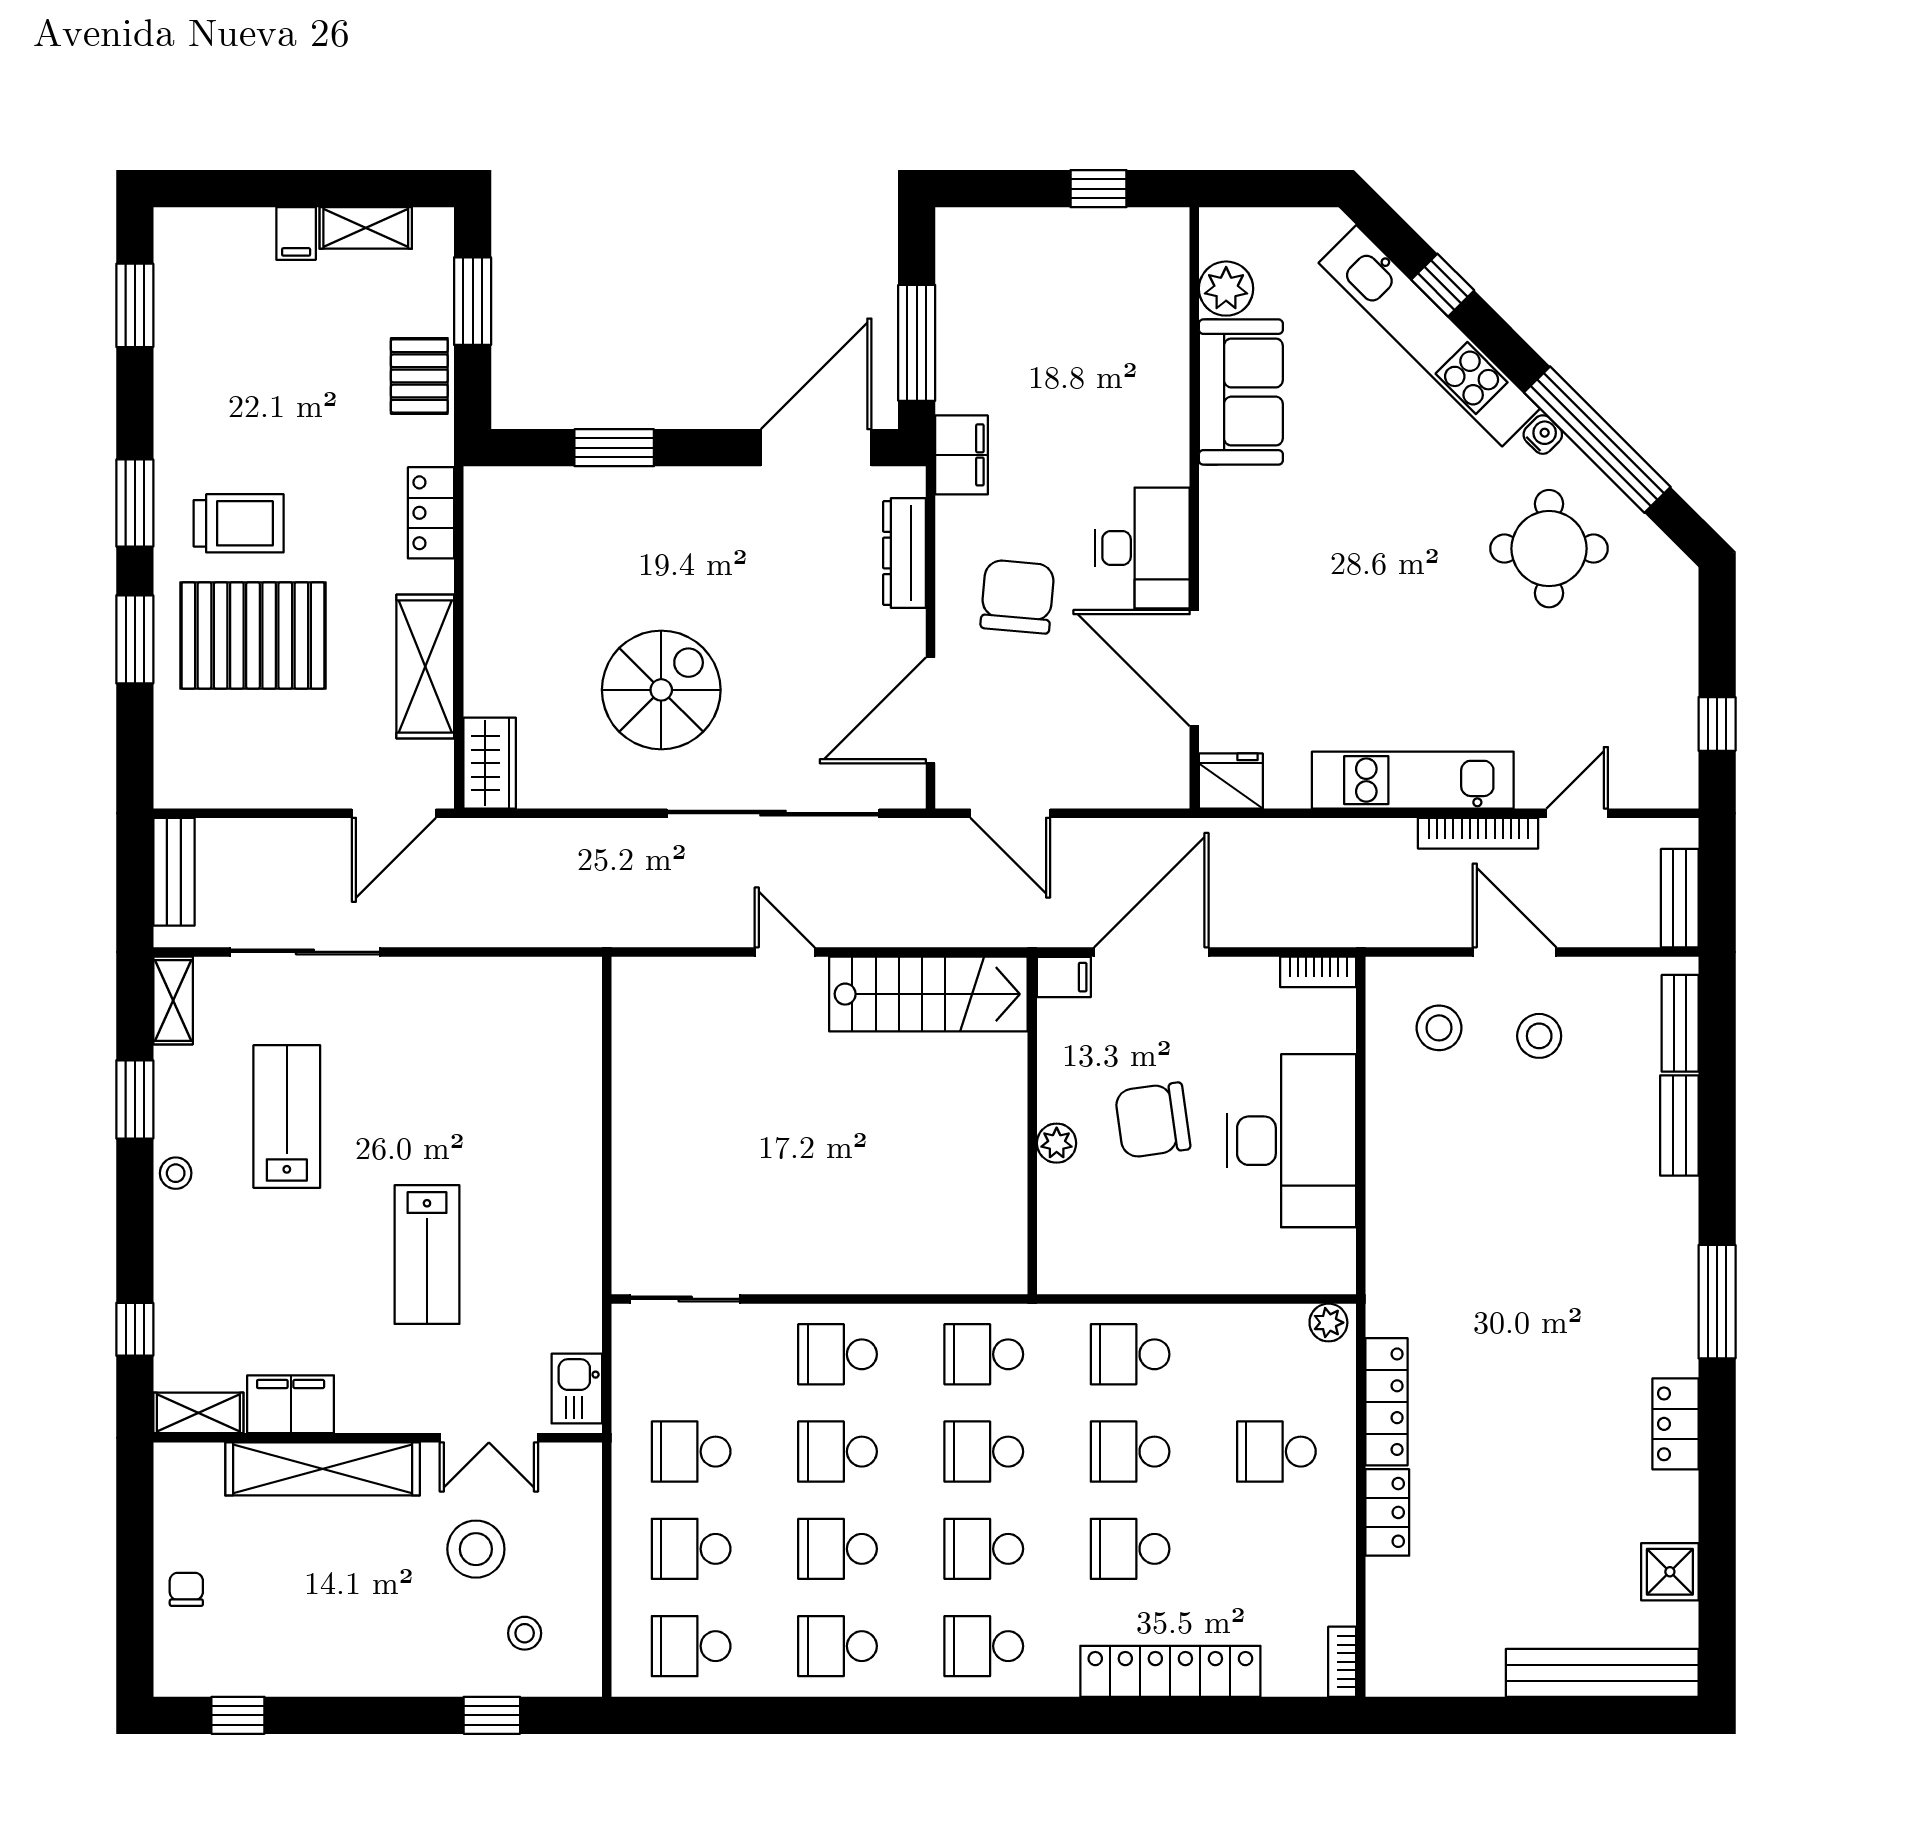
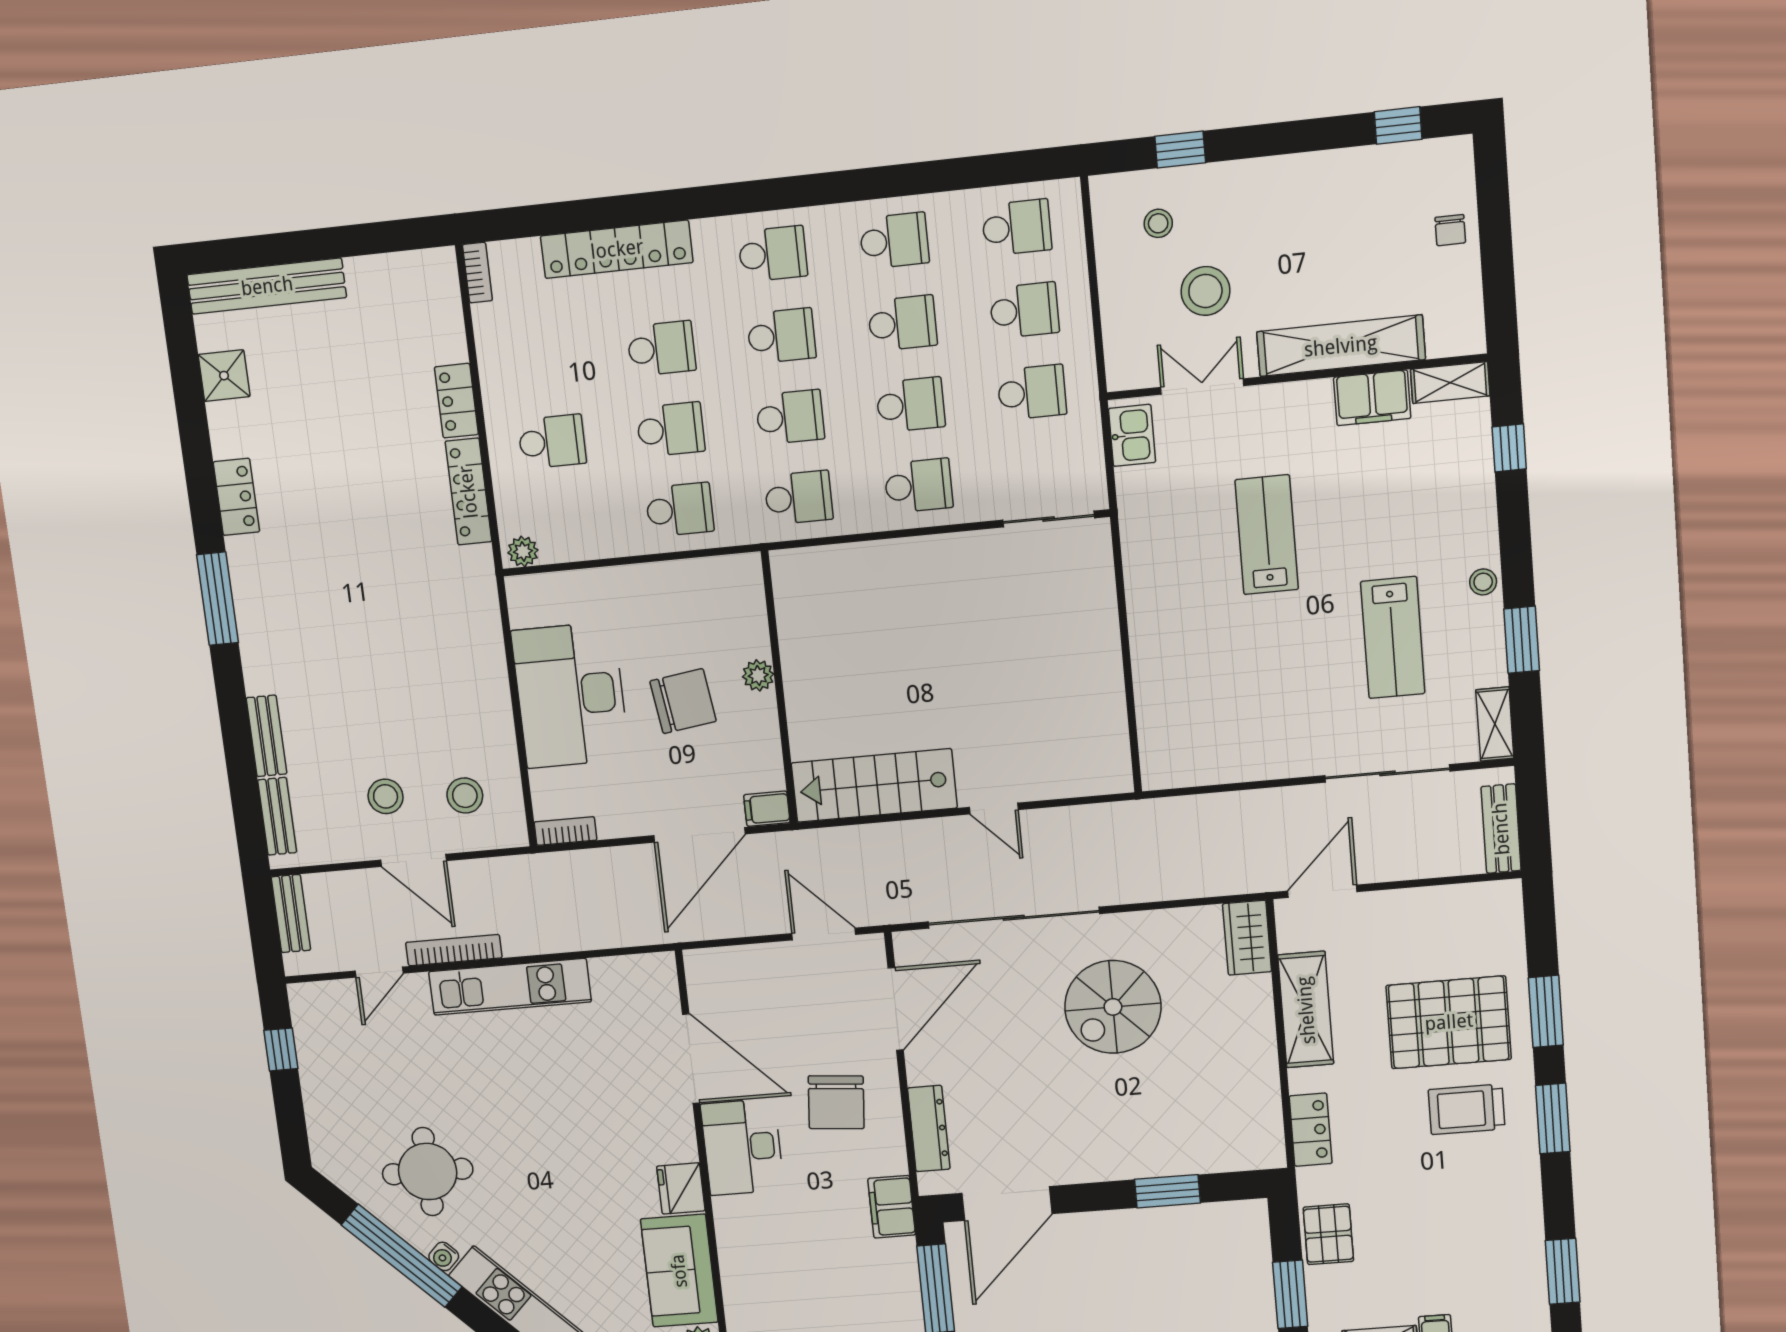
fridge: (1231, 781) -> (681, 1188), moved, turned 90

